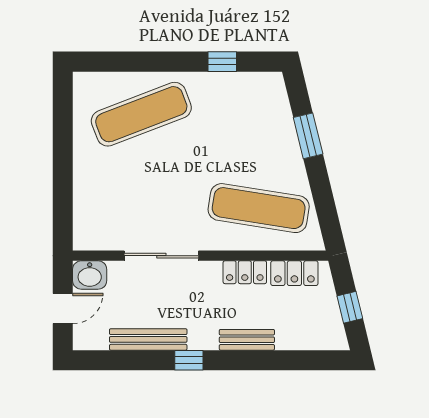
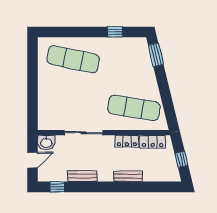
exercise mat: (141, 114) -> (73, 59), turned 33
window: (308, 136) -> (156, 55), moved
bench: (148, 339) -> (82, 176), width x0.73
window: (189, 360) -> (58, 187), moved

